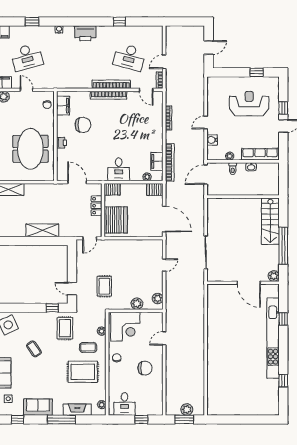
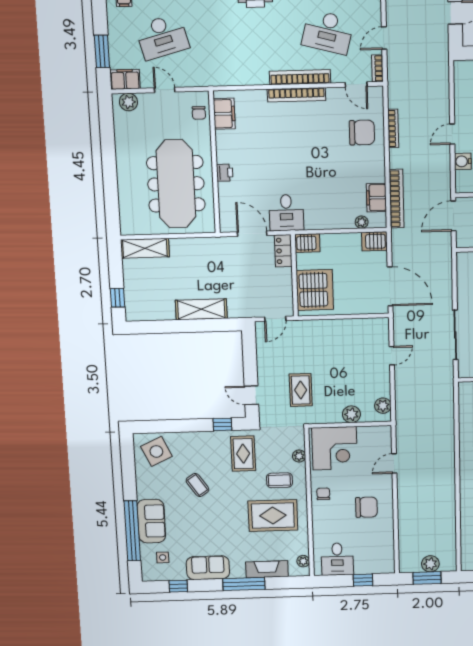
chair: (83, 125) -> (362, 133), moved
meeting table: (30, 149) -> (176, 184), width x1.36
desk: (119, 169) -> (286, 213), moved
locker: (96, 206) -> (283, 251), moved

